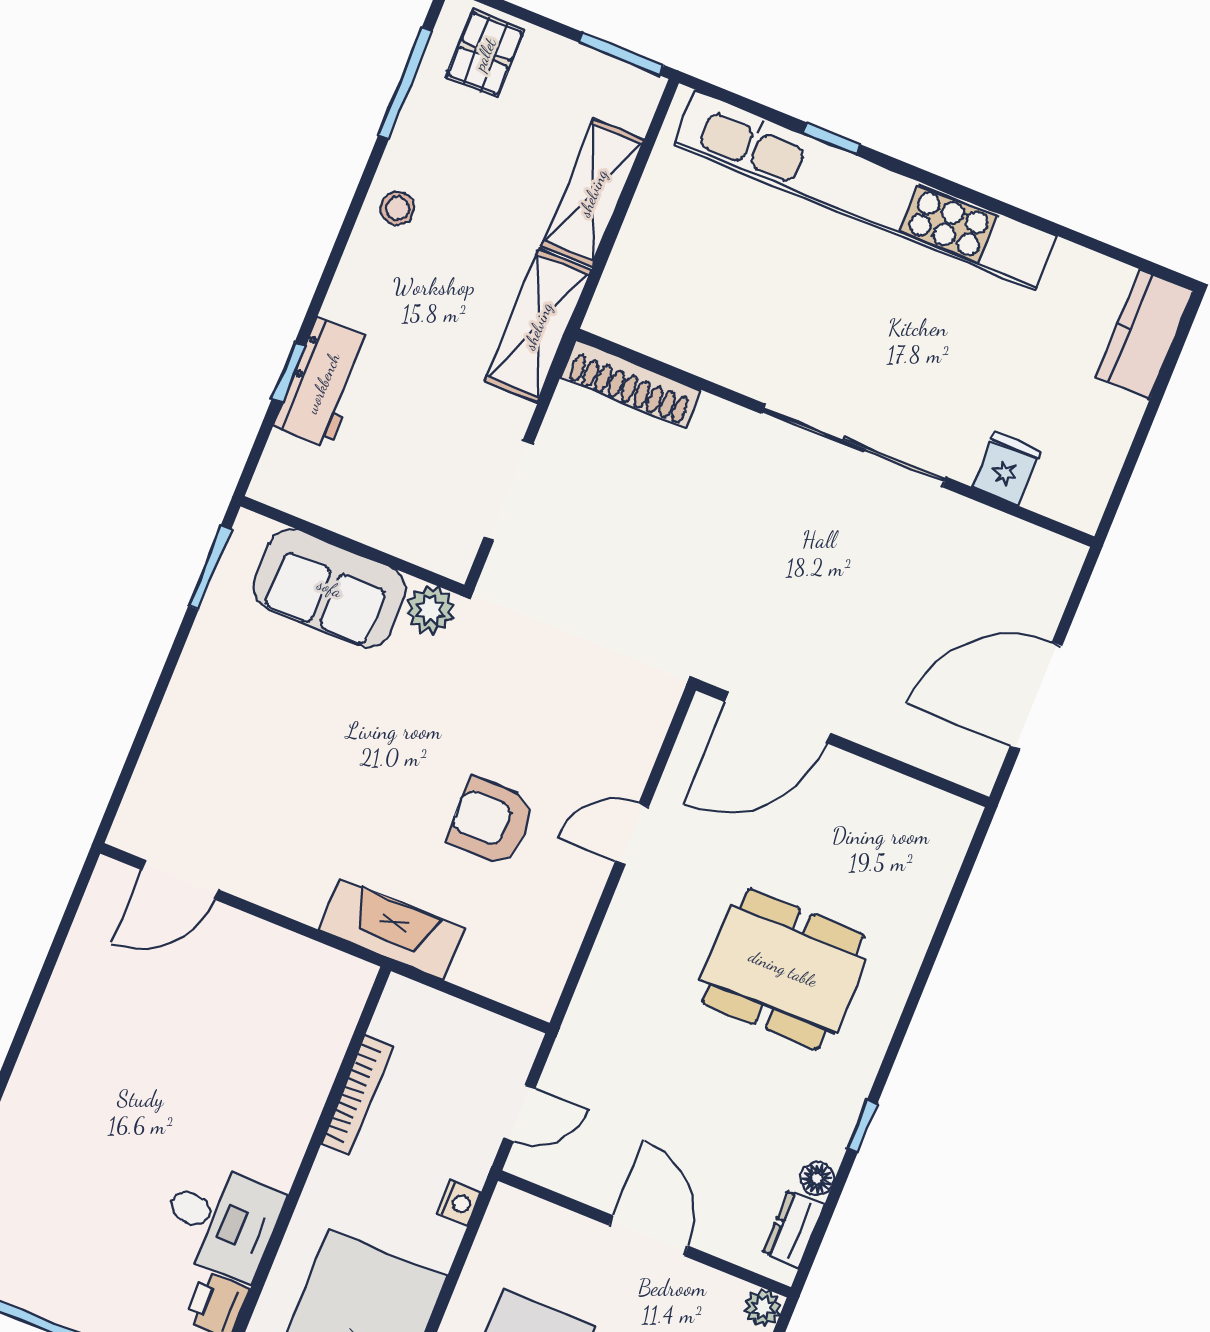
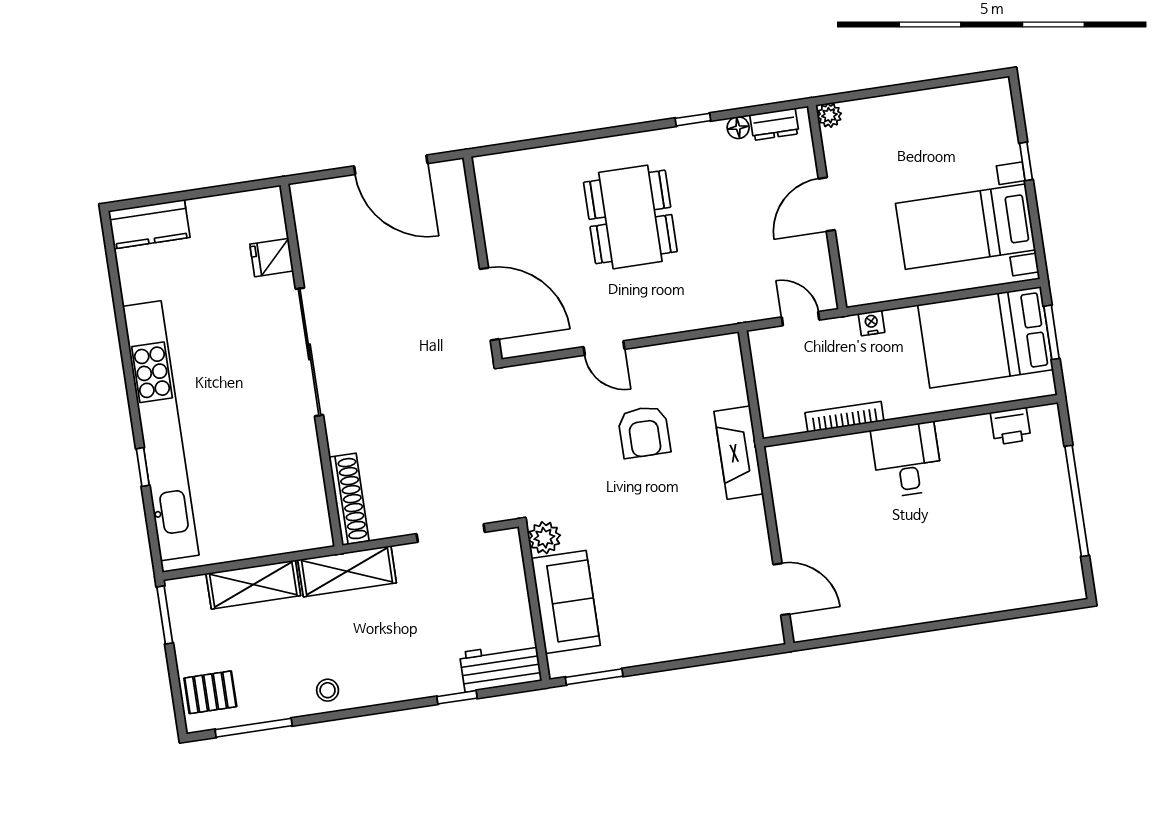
workbench: (323, 383) -> (501, 667), moved
desk: (221, 1221) -> (907, 460), moved

